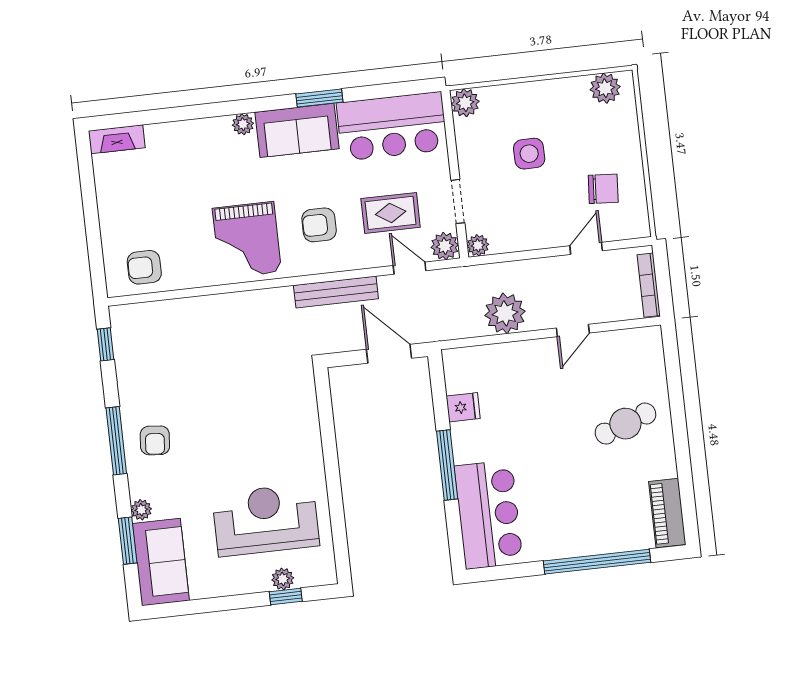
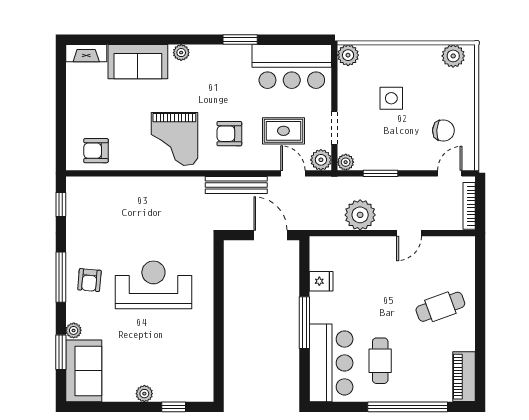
sofa: (297, 130) -> (138, 62), moved
door: (586, 248) -> (450, 173), moved
window: (526, 255) -> (381, 173), added
cafe table: (554, 504) -> (380, 361), added
reception desk: (266, 520) -> (153, 285), moved
plant: (283, 579) -> (144, 394), moved

